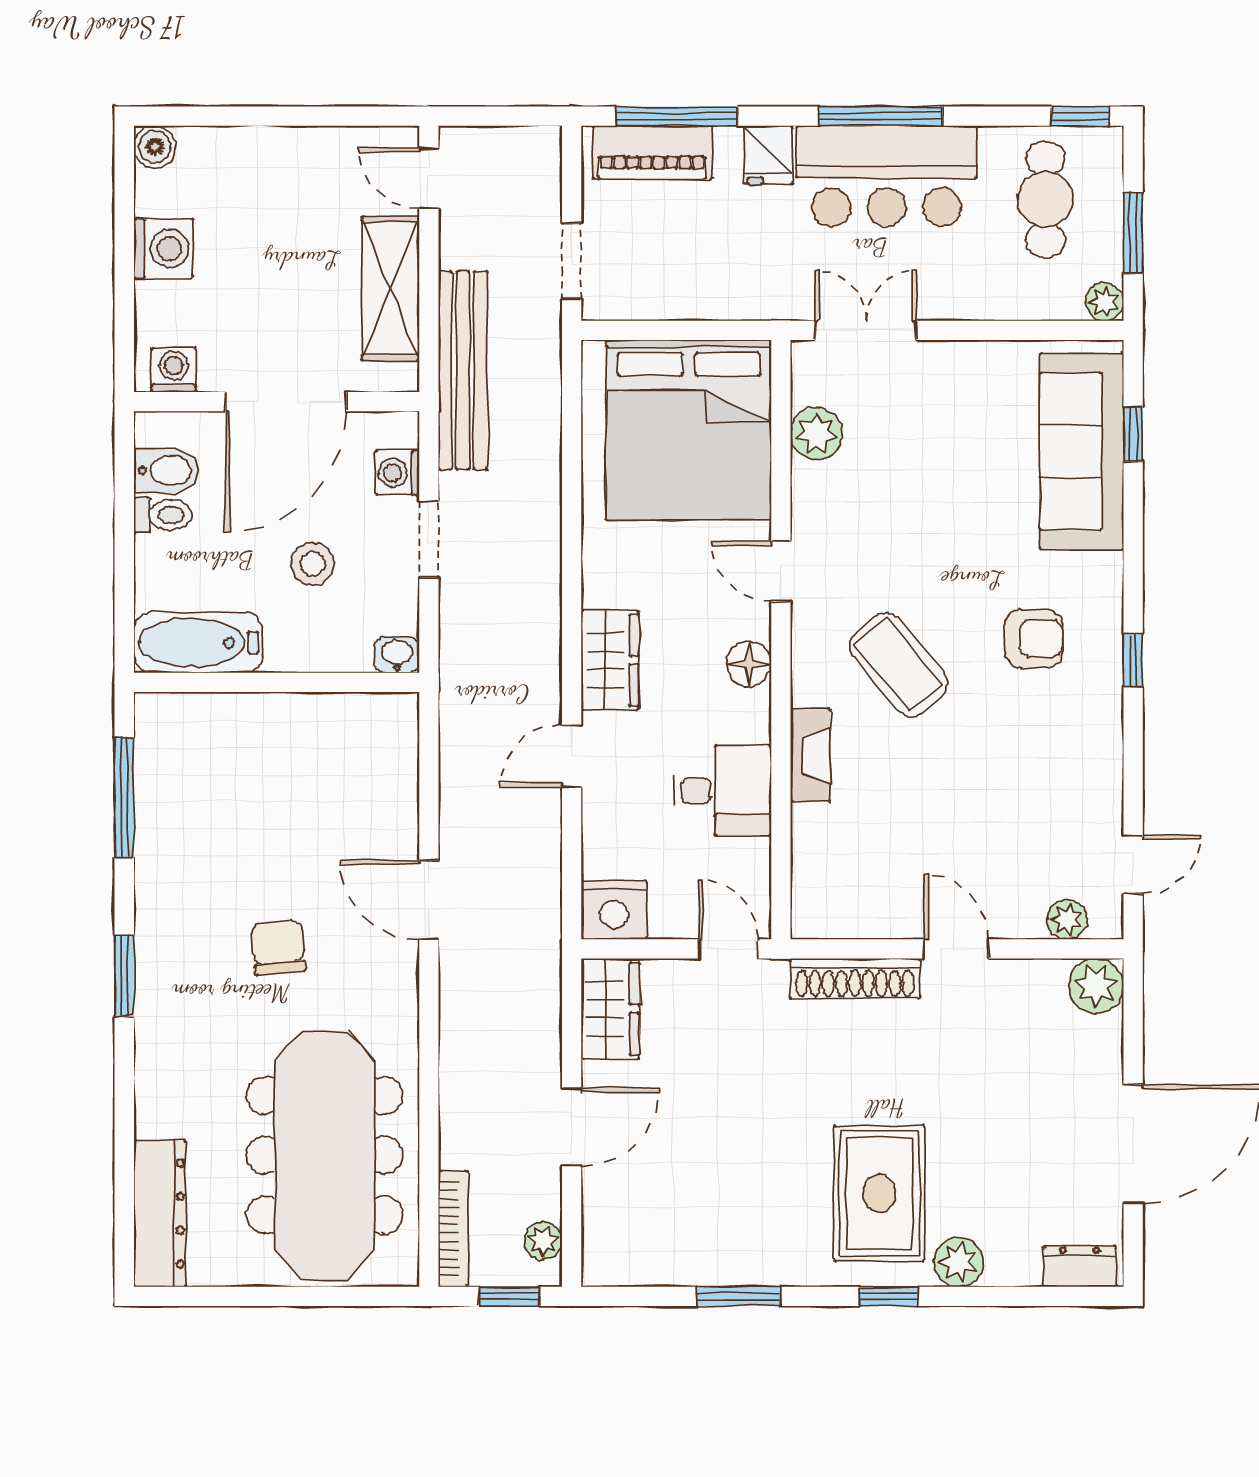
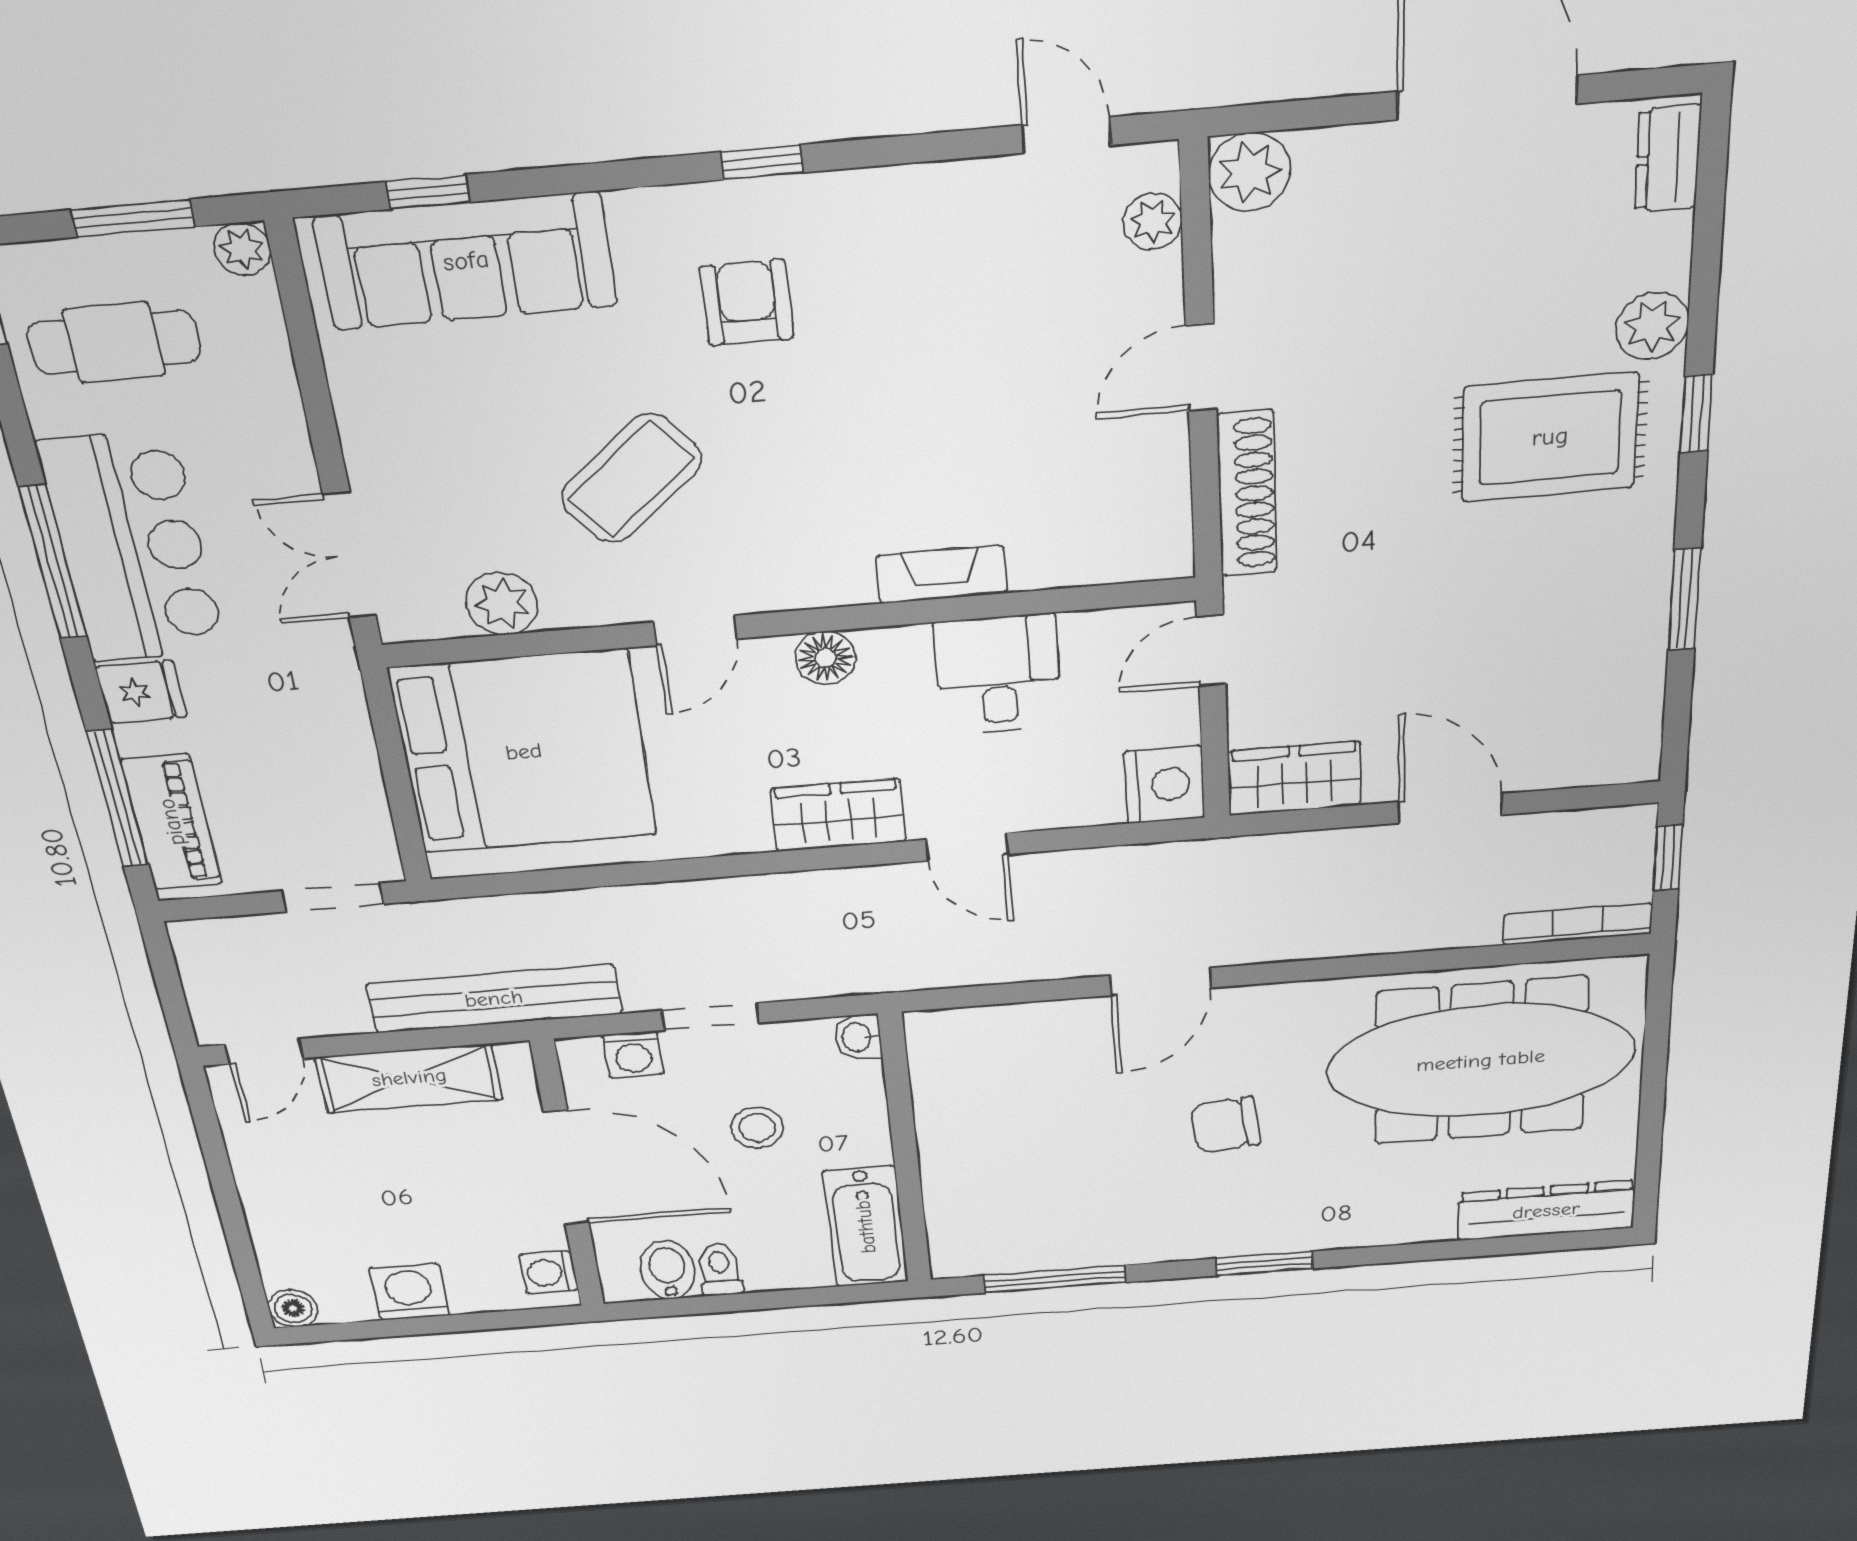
coffee table: (898, 665) -> (631, 479), moved
plant: (543, 1241) -> (1598, 828), removed

